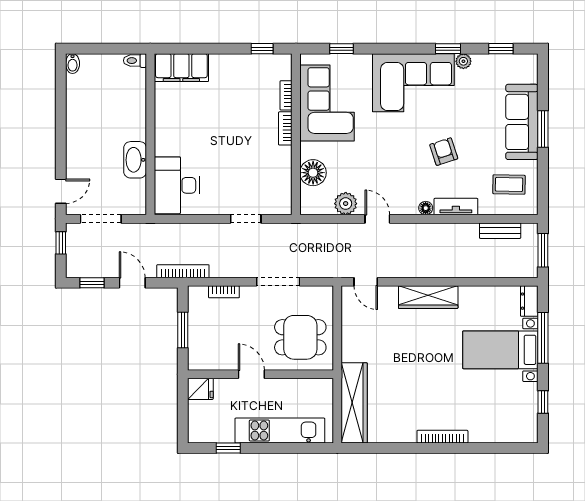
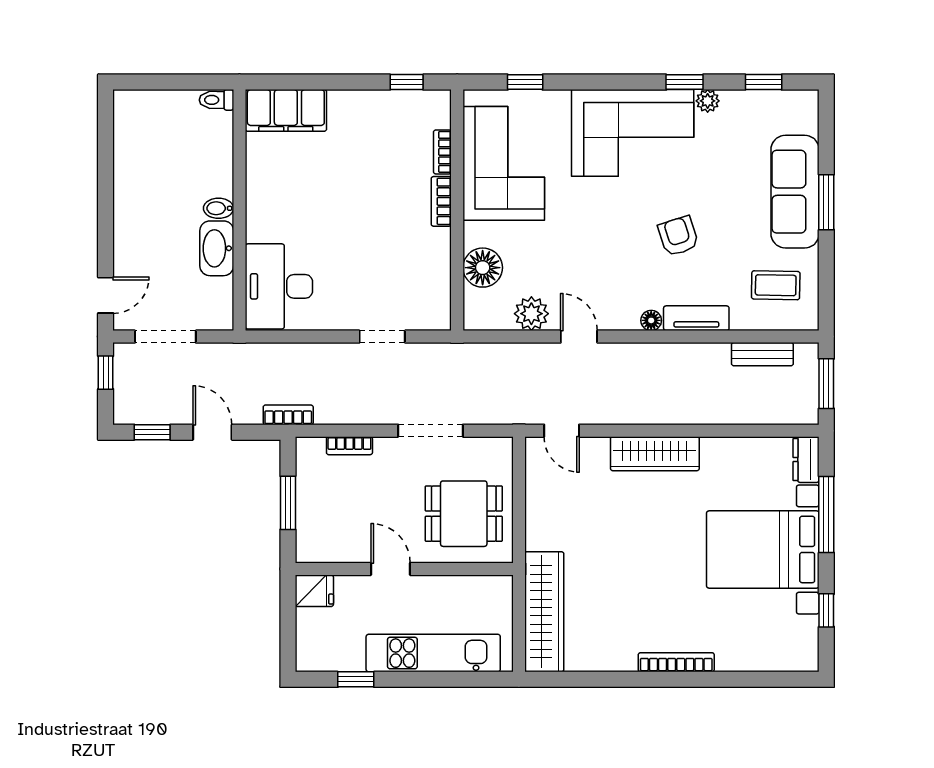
bidet: (73, 64) -> (219, 208), moved, turned 90
bookcase: (183, 271) -> (288, 415), width x0.64
bed with nightstands: (500, 350) -> (763, 549), width x1.36

